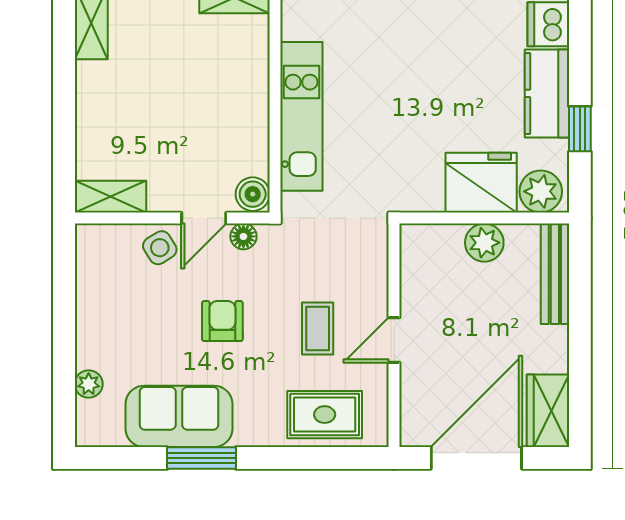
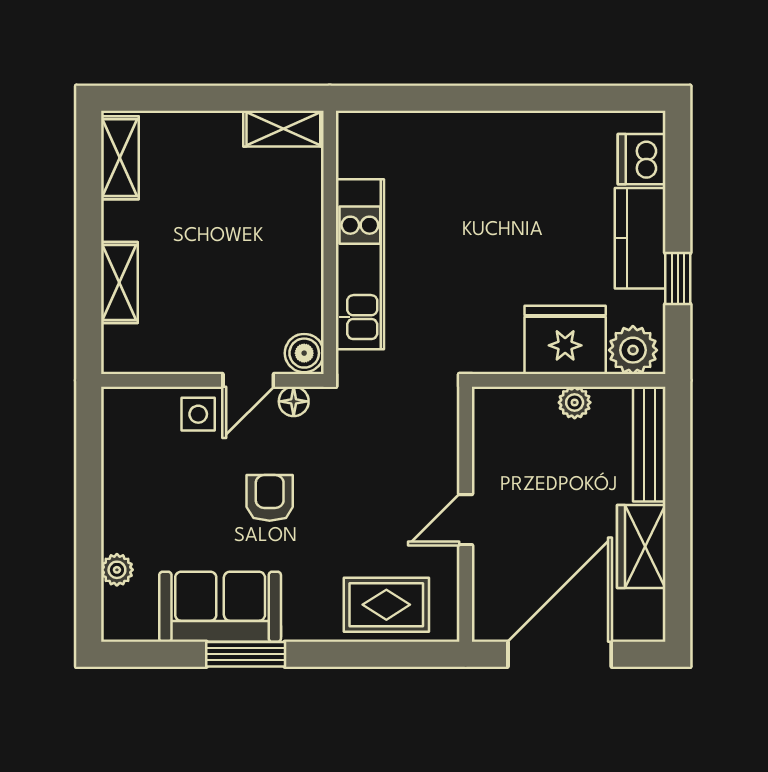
shelving: (110, 197) -> (119, 282), moved, turned 90
plant: (484, 243) -> (575, 402), width x0.73, depth x0.73
side table: (160, 248) -> (198, 414), turned 32
coffee table: (318, 328) -> (378, 506), removed
wardrobe: (548, 411) -> (641, 546), moved

